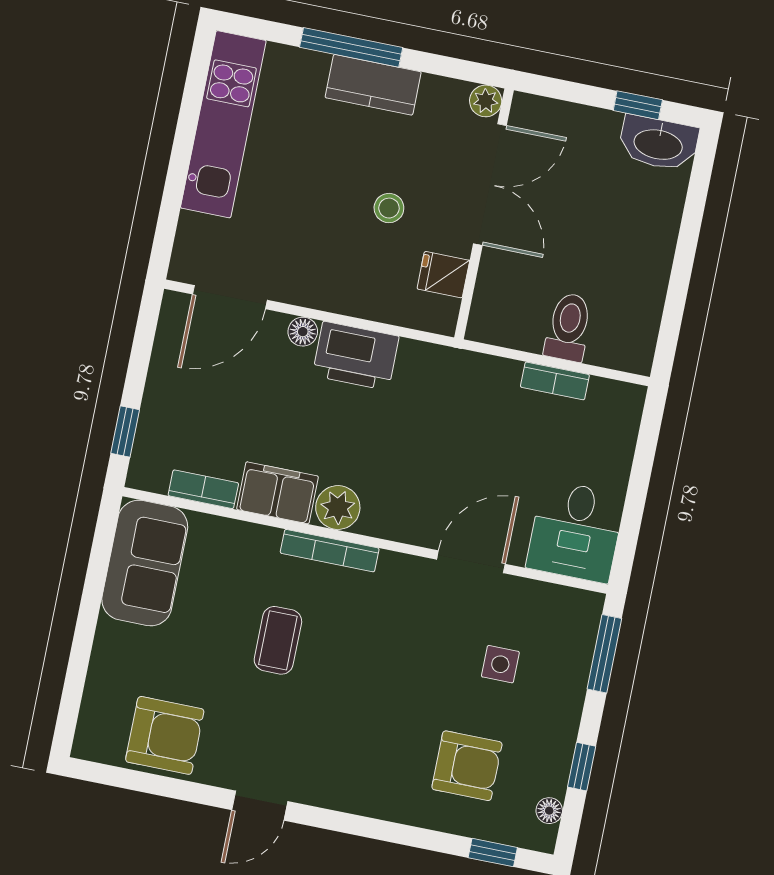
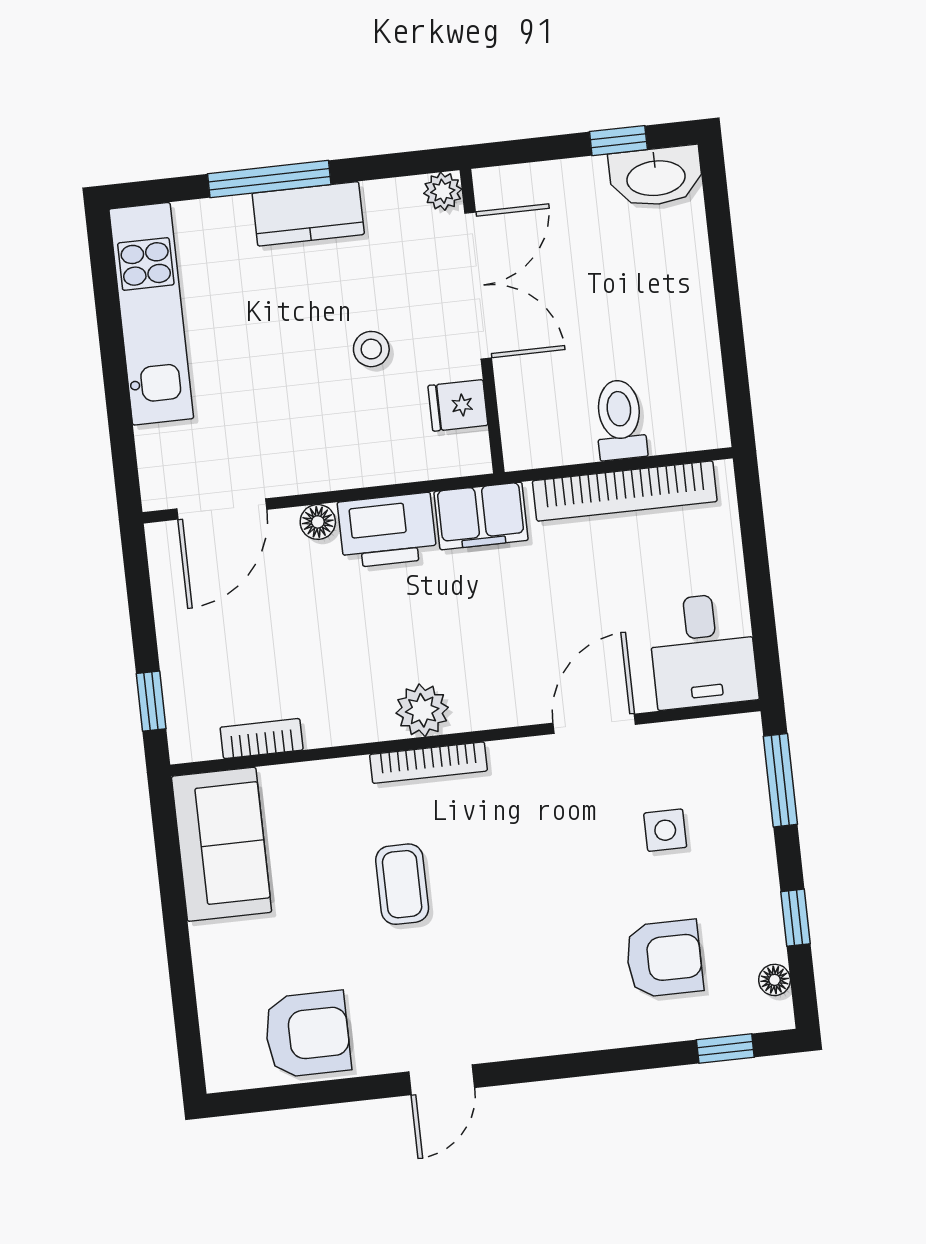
bookcase: (555, 381) -> (625, 491), width x2.31, depth x1.31
filing cabinet: (277, 493) -> (481, 516), moved, turned 180

